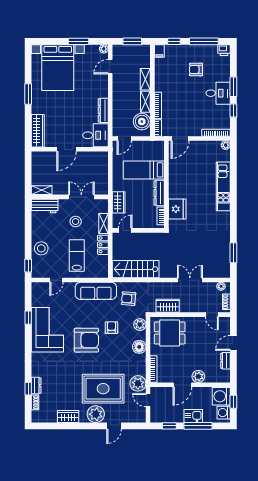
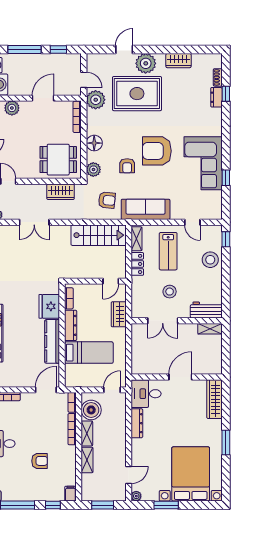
armchair: (196, 70) -> (40, 461), moved
kitchen counter: (175, 179) -> (52, 341), added
shelving: (103, 224) -> (137, 239), moved
door: (56, 280) -> (192, 222), swing flipped
plant: (198, 376) -> (12, 108), moved
kitchen sink: (193, 416) -> (30, 61), removed

